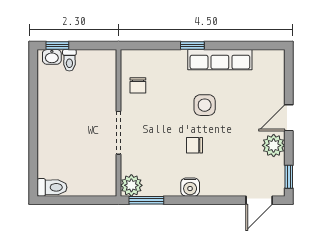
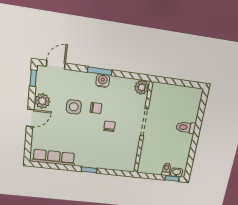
row of seats: (220, 60) -> (54, 157), moved
chair: (138, 85) -> (109, 126), moved
side table: (205, 105) -> (74, 107), moved
toilet: (52, 187) -> (186, 127), moved
window: (146, 200) -> (100, 71), moved

